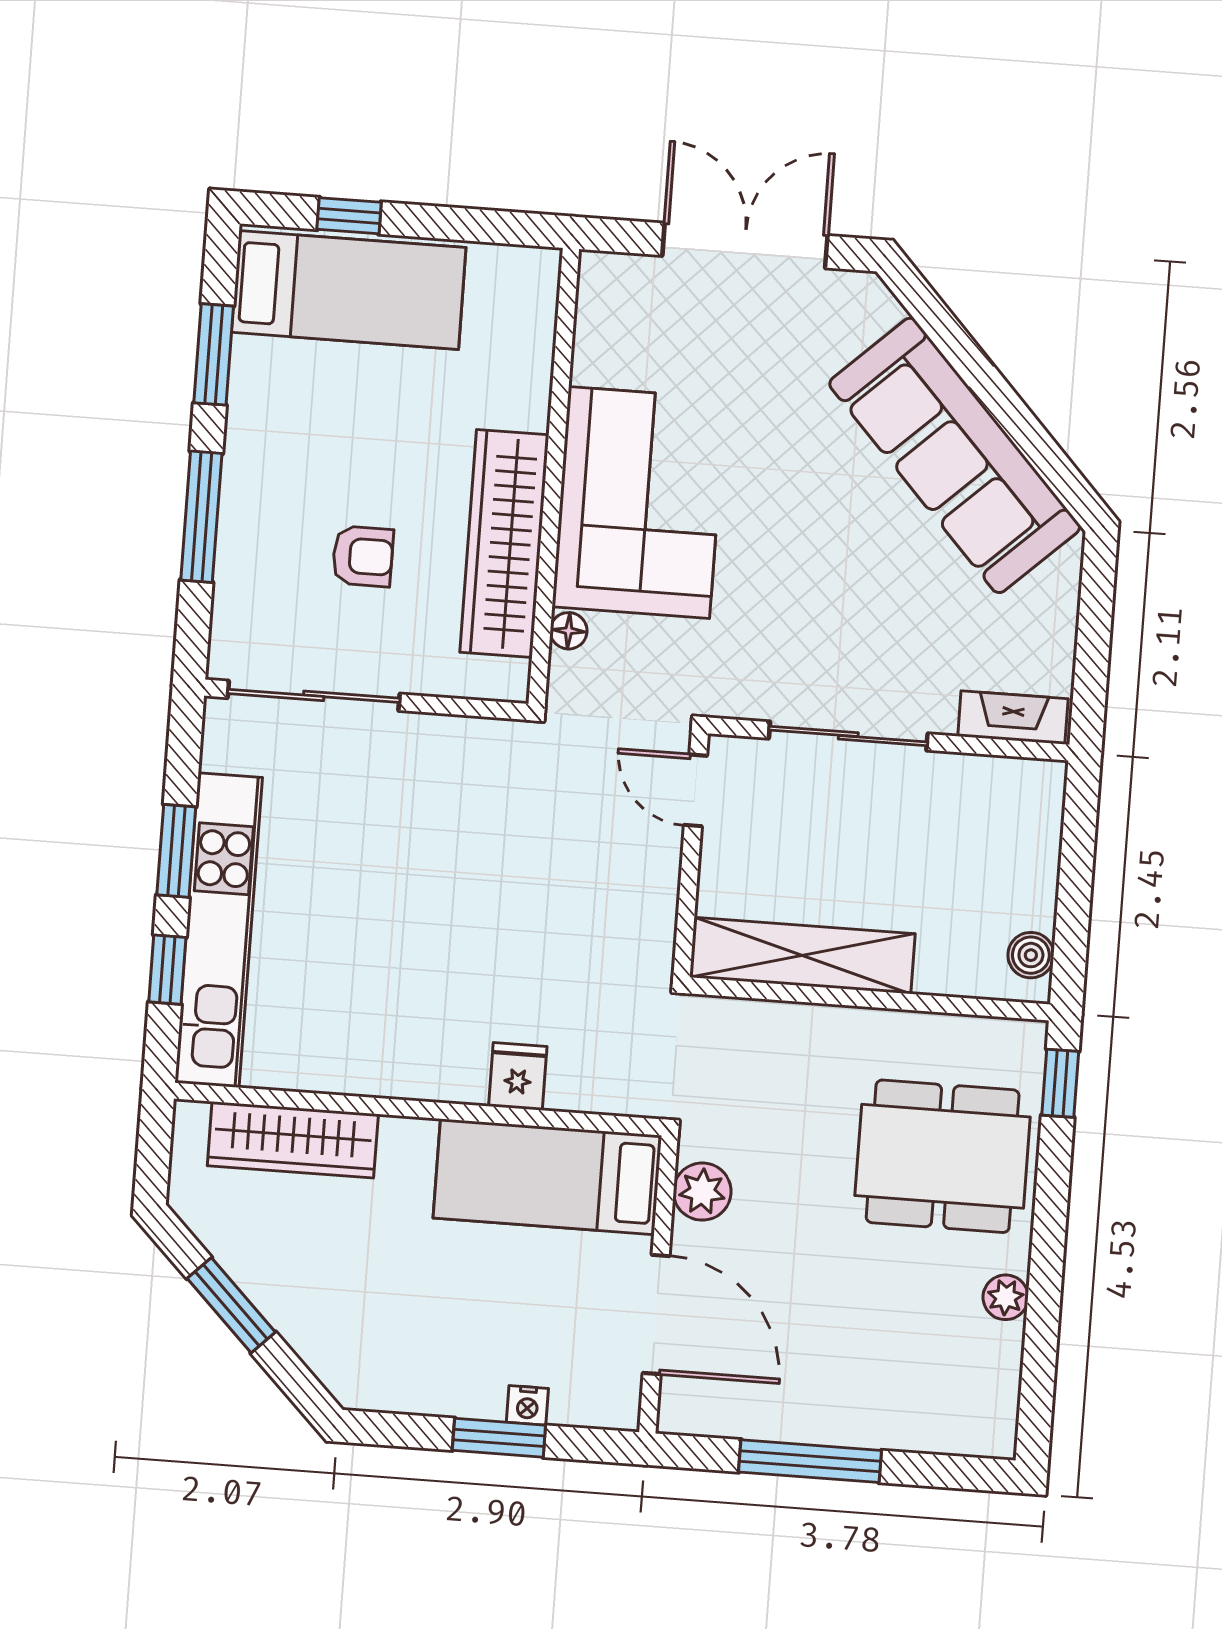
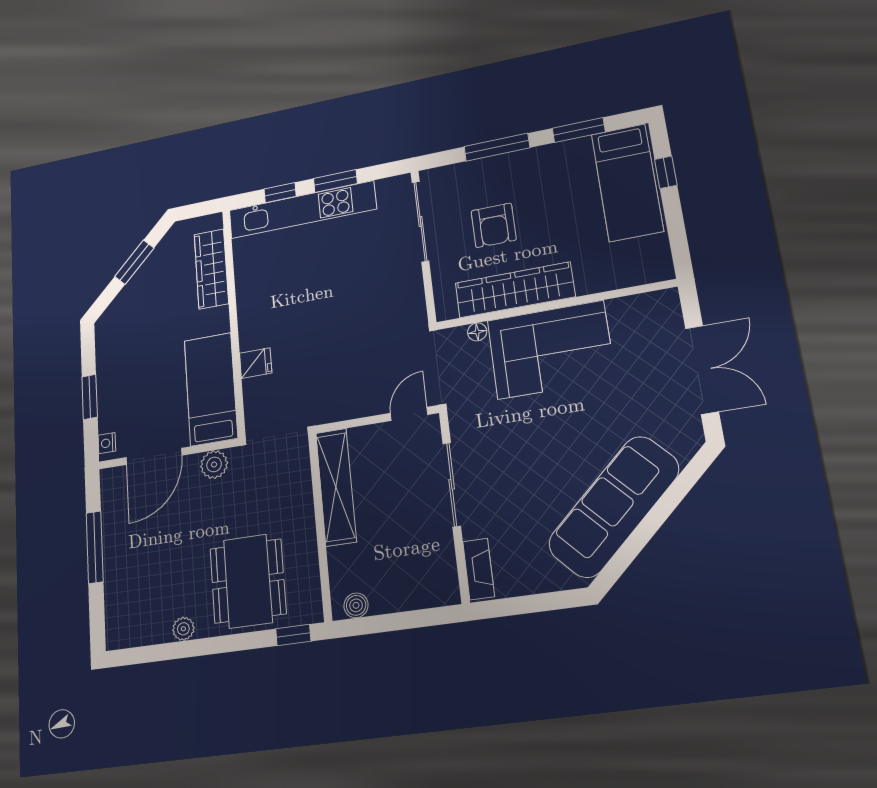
armchair: (363, 556) -> (494, 225), width x1.38, depth x1.38
nightstand: (527, 1405) -> (107, 443), moved

